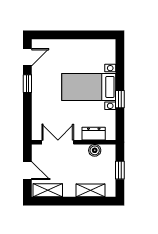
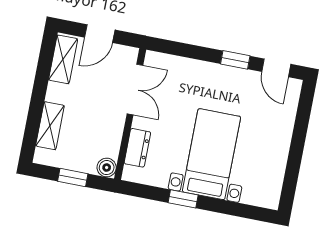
boiler: (95, 150) -> (107, 168), moved

